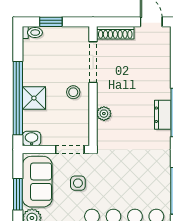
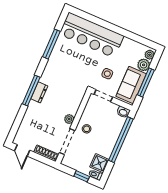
shower: (34, 98) -> (99, 163), moved
plant: (104, 114) -> (69, 119), moved
window: (18, 194) -> (146, 82), width x1.44

